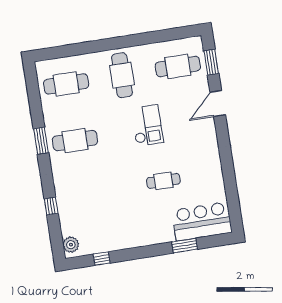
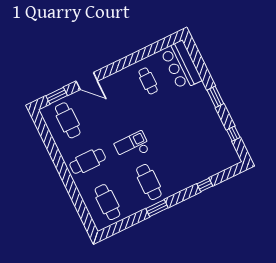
checkout: (147, 125) -> (132, 147), moved
cafe table: (163, 181) -> (148, 81), moved
plant: (71, 245) -> (230, 161), removed
window: (185, 246) -> (215, 97), moved

